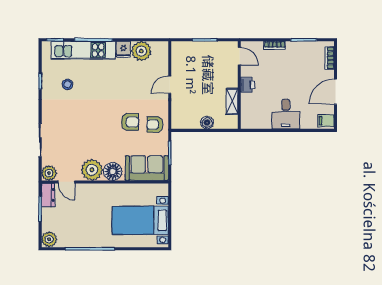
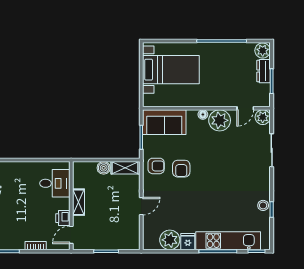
door: (239, 56) -> (71, 235), hinge flipped
stool: (67, 84) -> (263, 205), moved
printer: (248, 85) -> (63, 218), moved
shelving: (232, 101) -> (79, 202), moved
desk: (286, 114) -> (55, 183), moved, turned 90
armchair: (130, 122) -> (181, 169), turned -90
shelving: (186, 123) -> (125, 168), added
floor lamp: (113, 171) -> (203, 114), width x0.53, depth x0.53
door: (66, 182) -> (245, 108), swing flipped
dresser: (48, 195) -> (264, 71), moved

